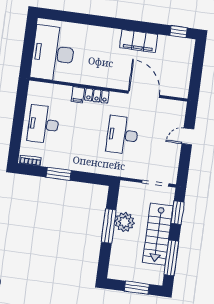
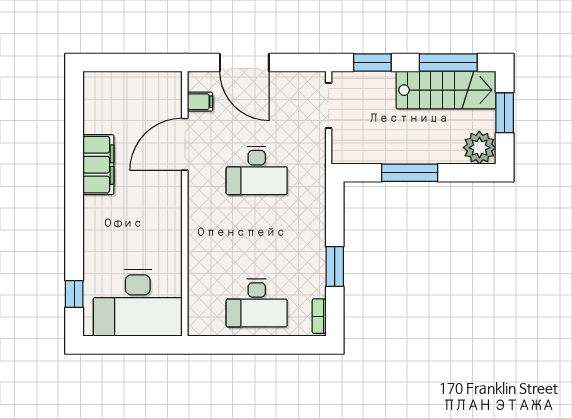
window: (178, 32) -> (74, 294), moved
filing cabinet: (78, 95) -> (200, 102), moved
locker: (97, 96) -> (198, 221), removed
door: (188, 136) -> (244, 63), width x1.88
plant: (125, 222) -> (479, 148), moved
stairs: (158, 234) -> (446, 90), moved

